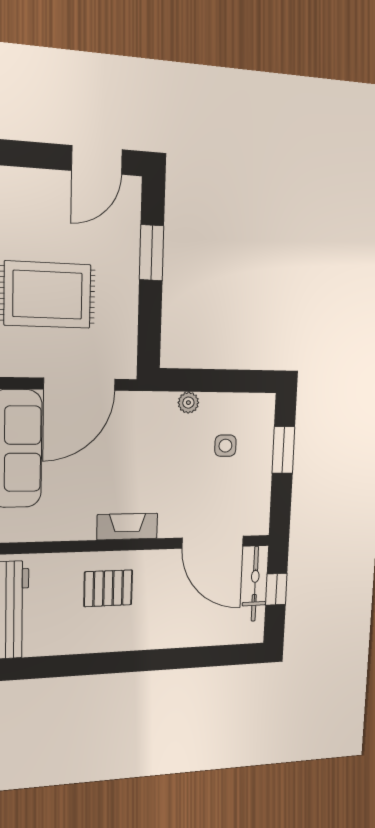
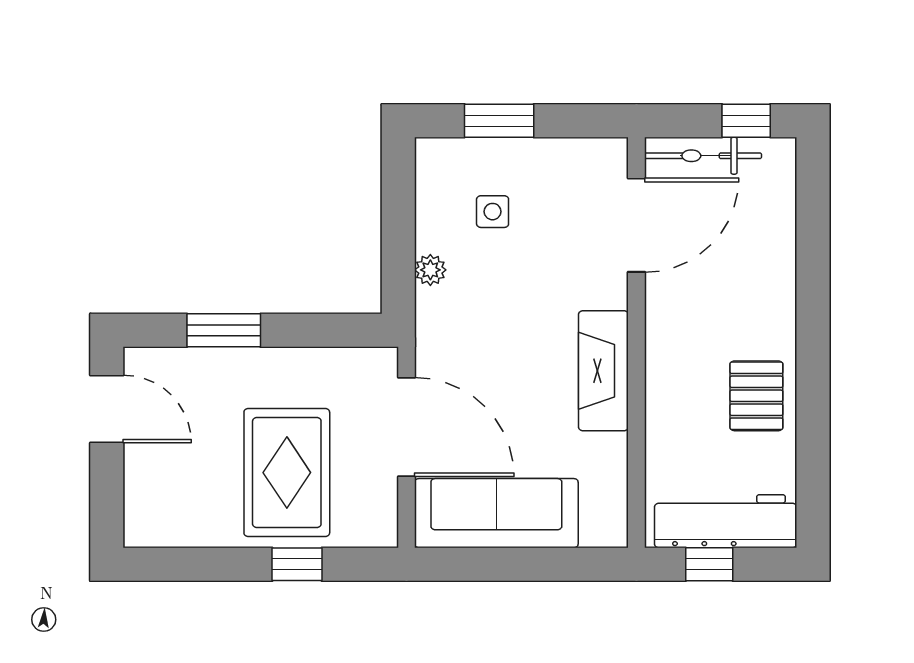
fireplace: (127, 526) -> (603, 371), width x1.37, depth x1.32
pallet: (108, 588) -> (756, 396), moved
window: (276, 589) -> (746, 121), moved

